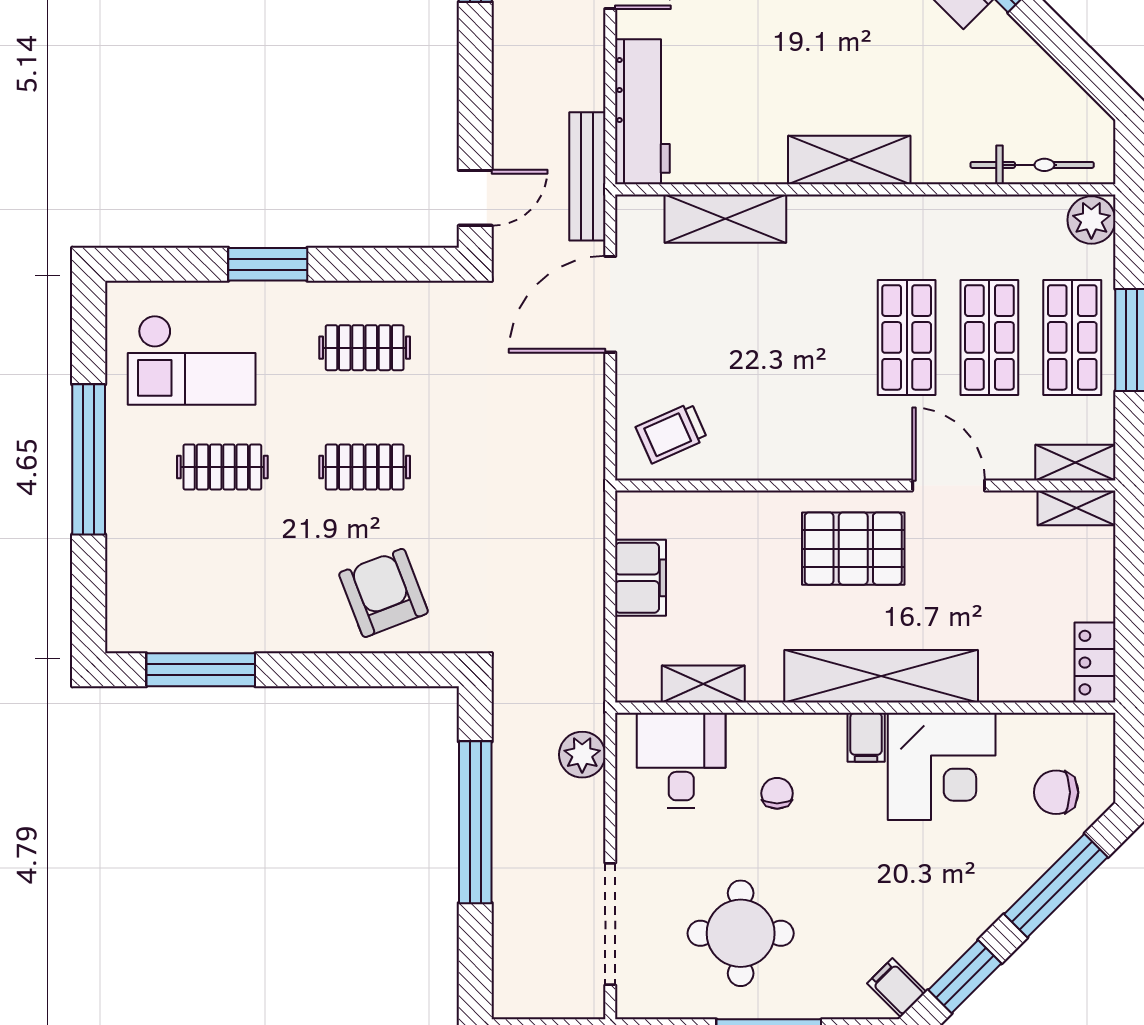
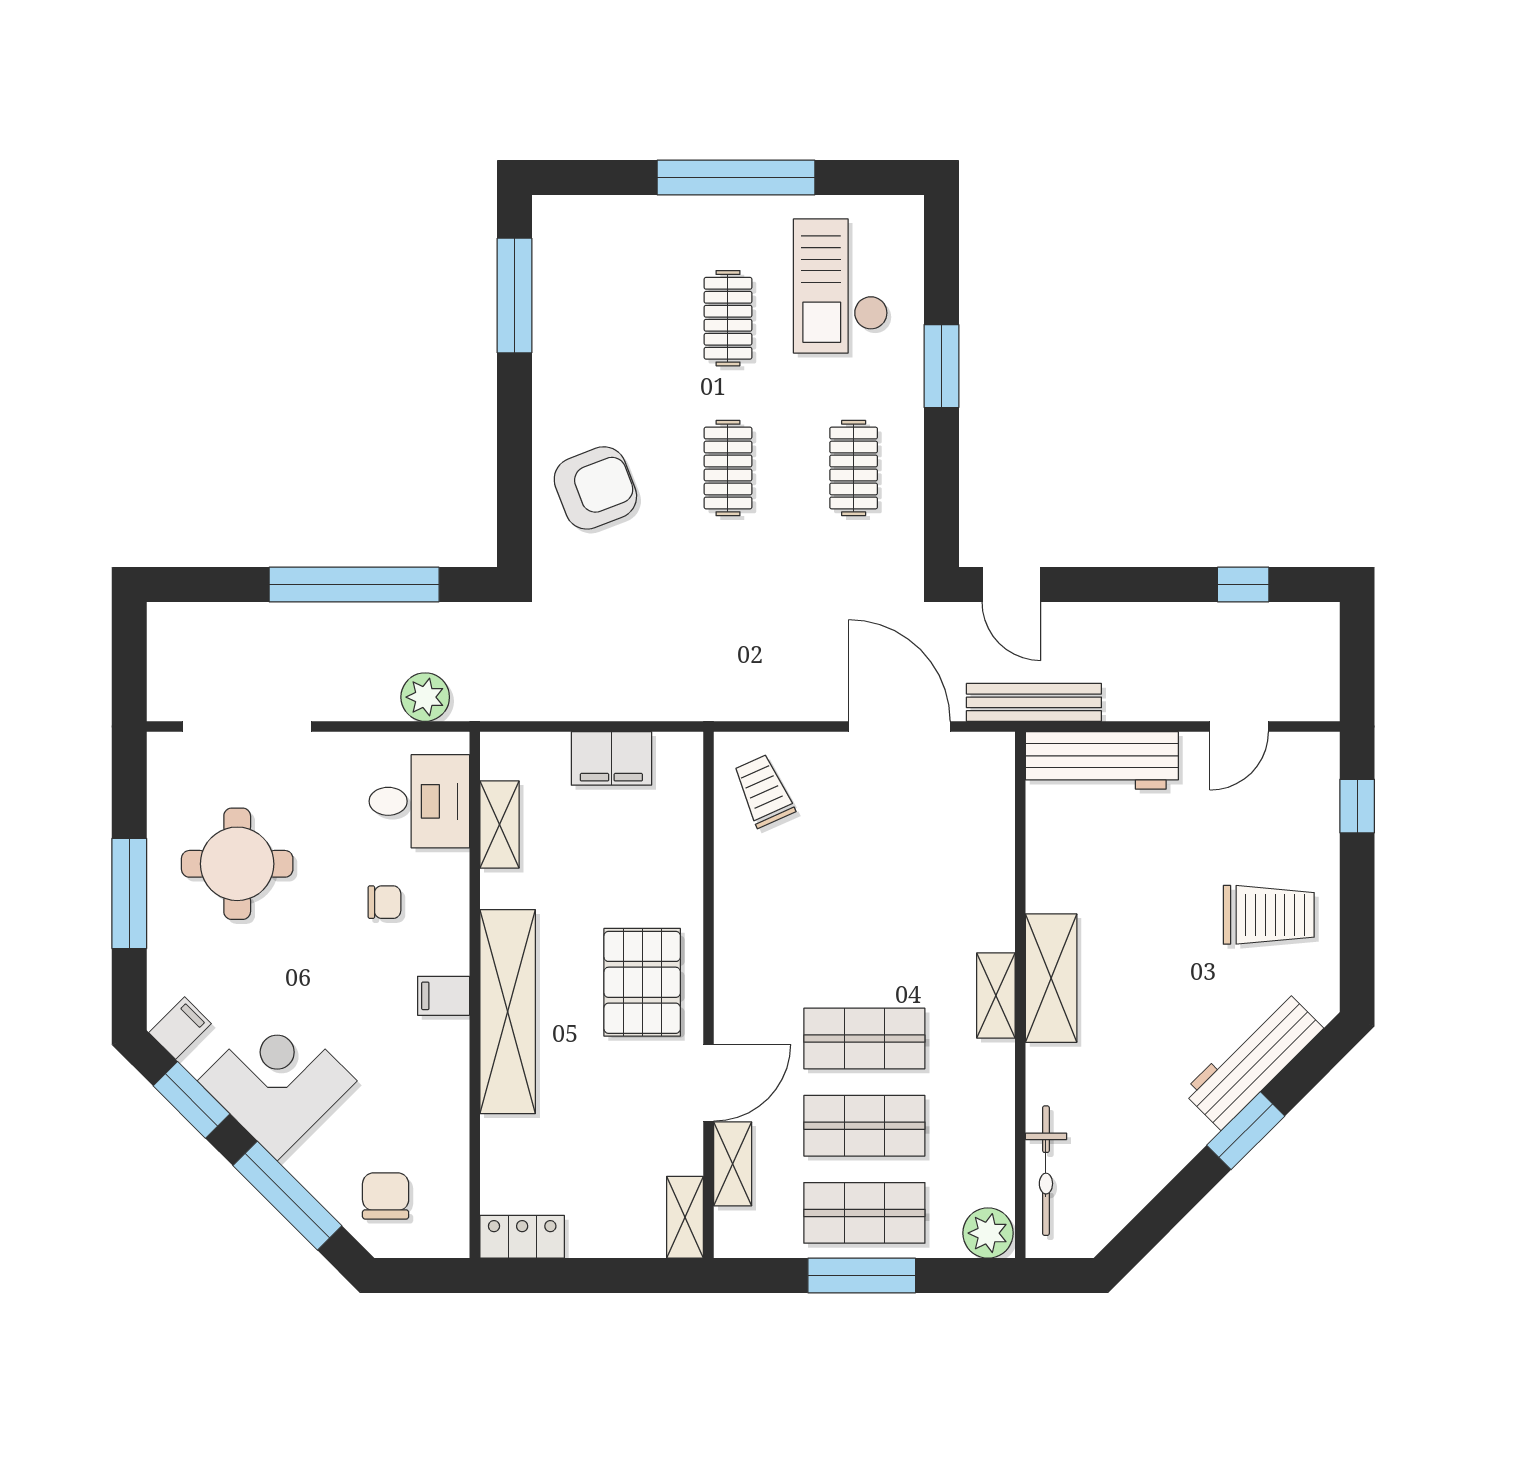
shelving: (725, 219) -> (996, 996), moved, width x0.67, depth x0.75
shelving: (1075, 463) -> (733, 1164), moved
corner desk: (942, 766) -> (277, 1081), moved, turned 135

